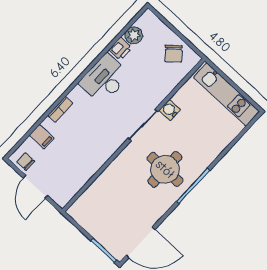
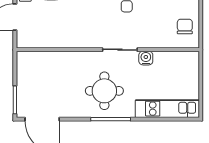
chair: (174, 54) -> (185, 26), turned 131
kitchen unit: (227, 95) -> (167, 109), moved, turned 90

